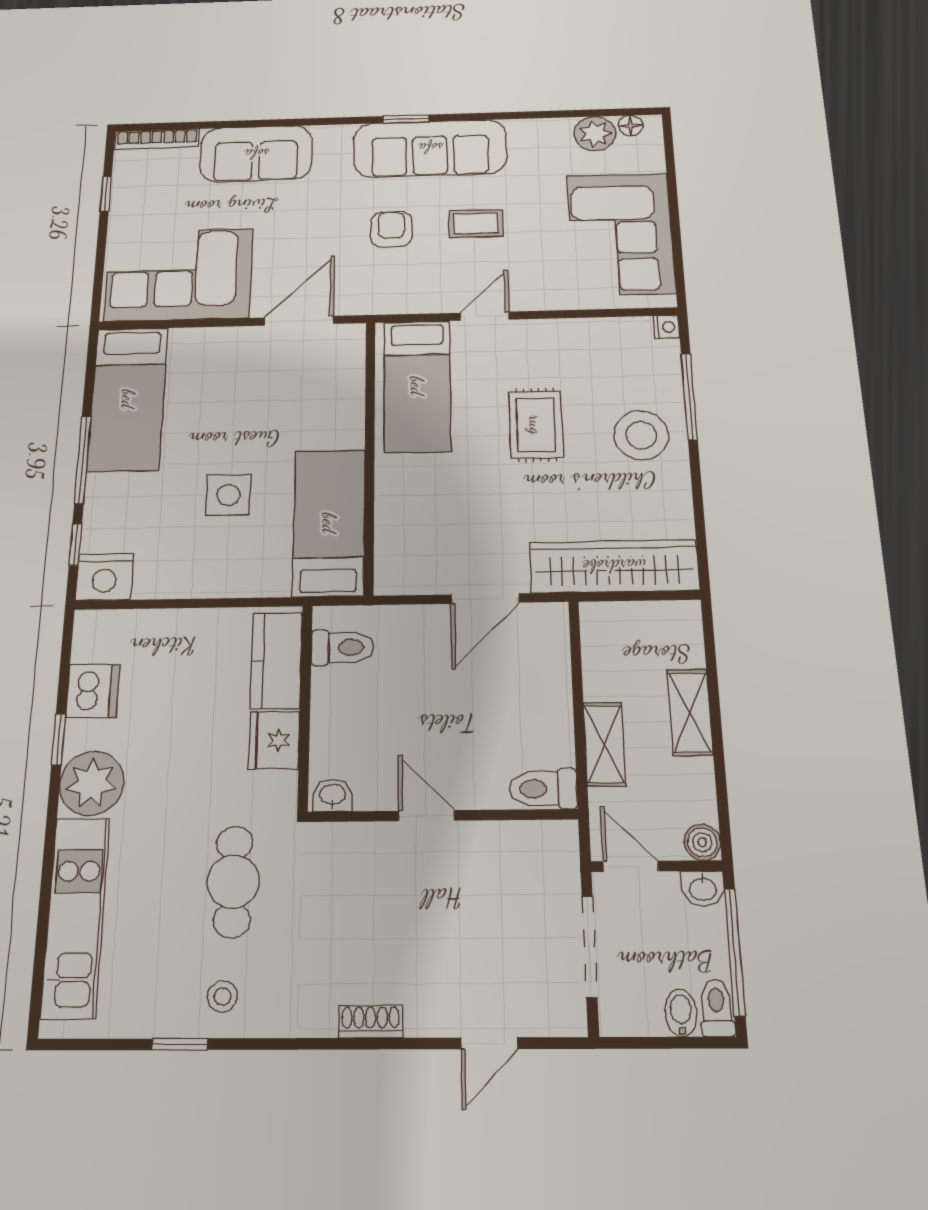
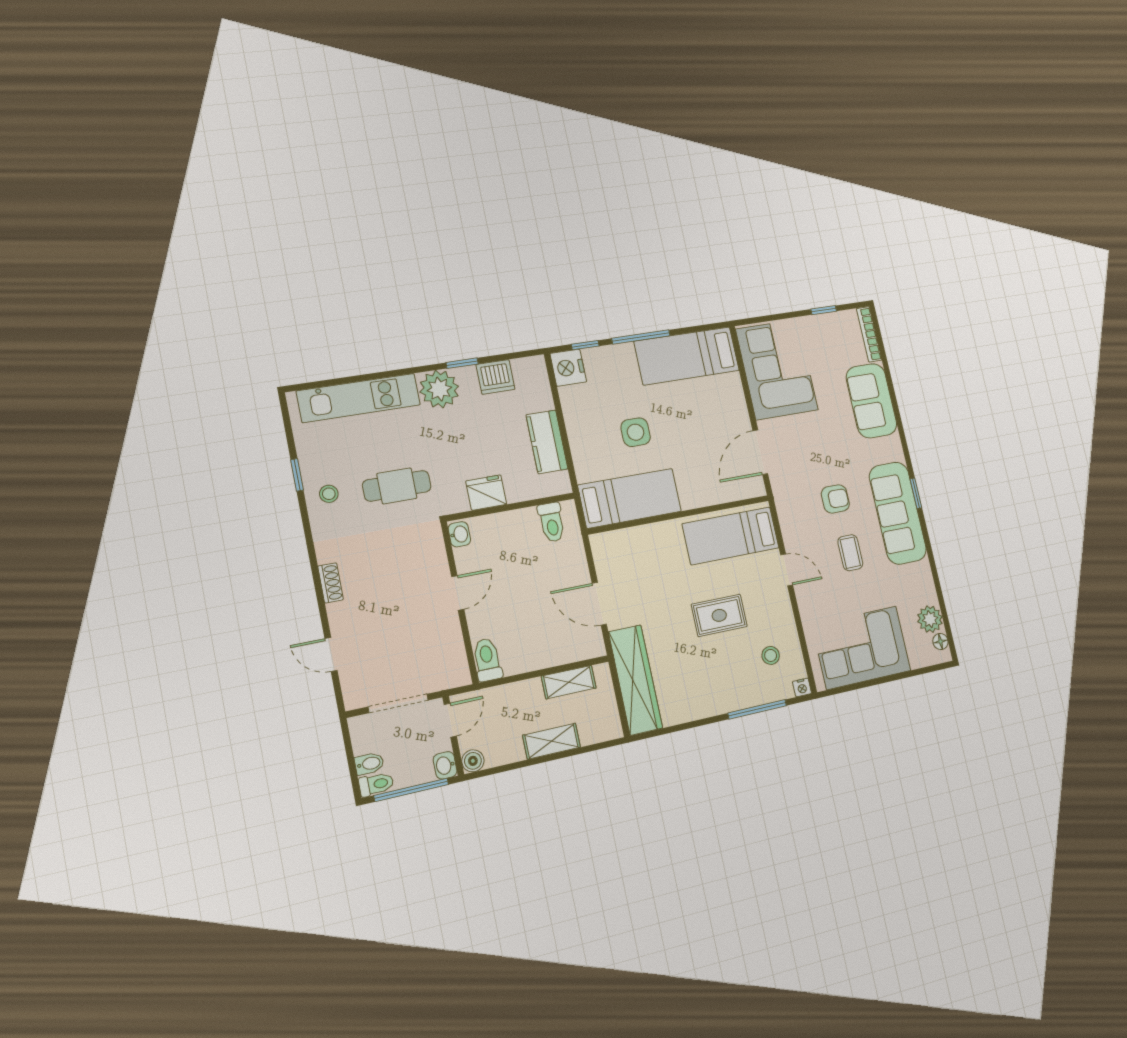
door: (299, 321) -> (760, 452), swing flipped
stool: (641, 435) -> (771, 655), moved, width x0.53, depth x0.53
kitchen counter: (276, 660) -> (547, 442), moved, turned -90
shelving: (604, 744) -> (569, 682), moved

